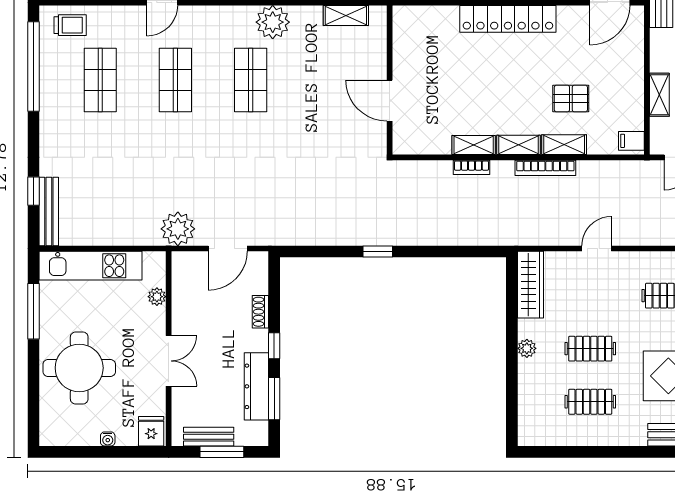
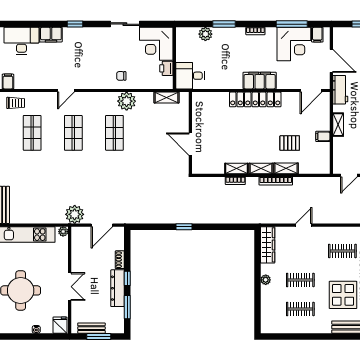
shelving: (659, 95) -> (338, 125), moved
filing cabinet: (631, 141) -> (323, 136), moved
plant: (157, 297) -> (63, 232), moved
dresser: (256, 386) -> (118, 288), moved

